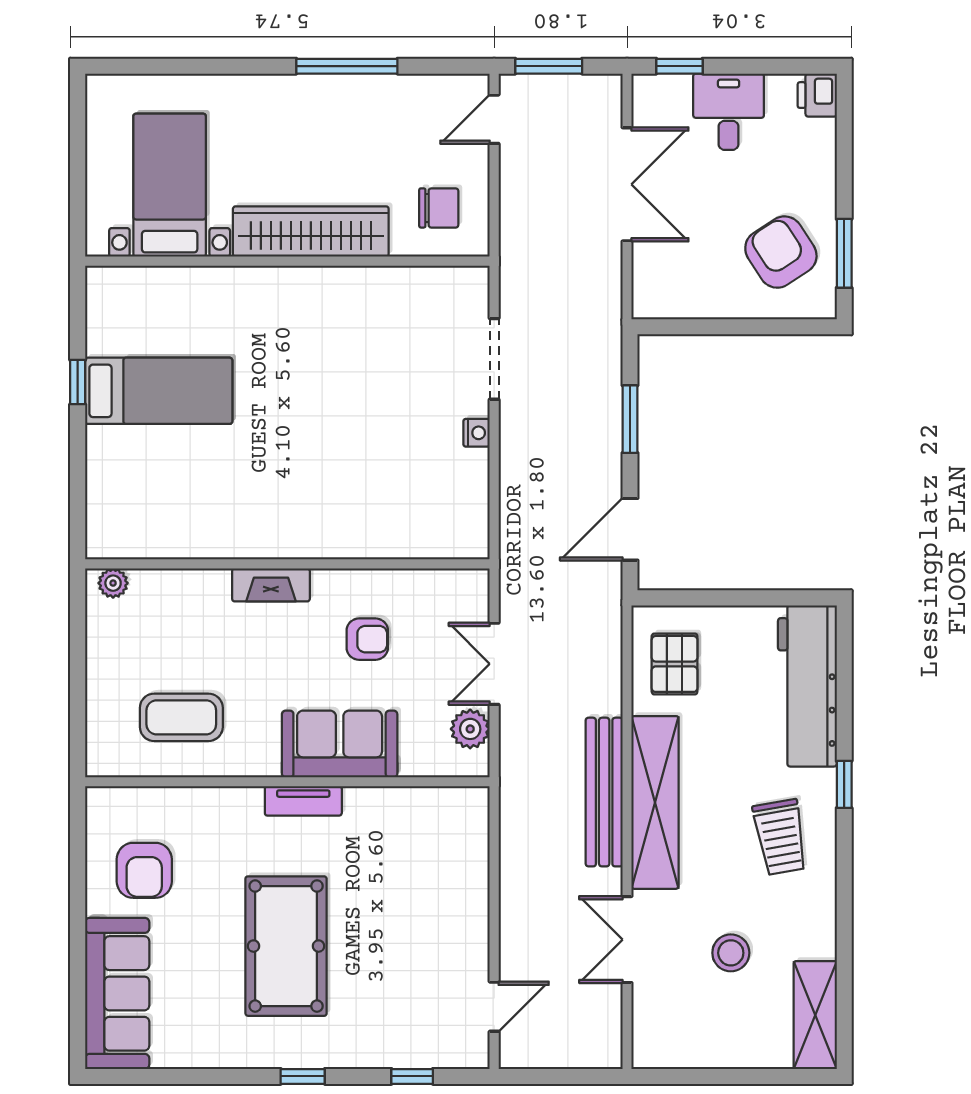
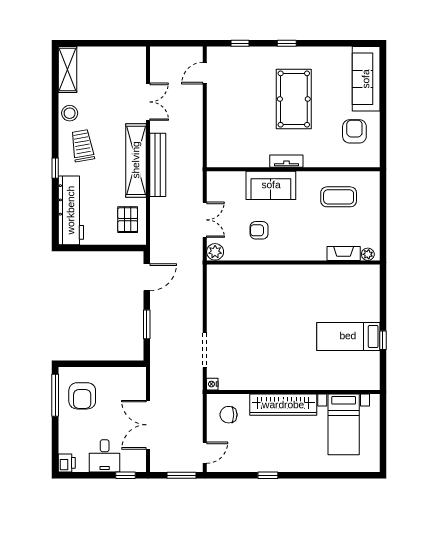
window: (347, 66) -> (268, 475), width x0.46
armchair: (781, 252) -> (82, 396), turned 33
window: (844, 253) -> (55, 395), width x1.44
nightstand: (477, 433) -> (212, 384), moved
fireplace: (271, 585) -> (344, 253), moved
plant: (470, 729) -> (215, 252), moved
stool: (731, 953) -> (70, 113), moved

